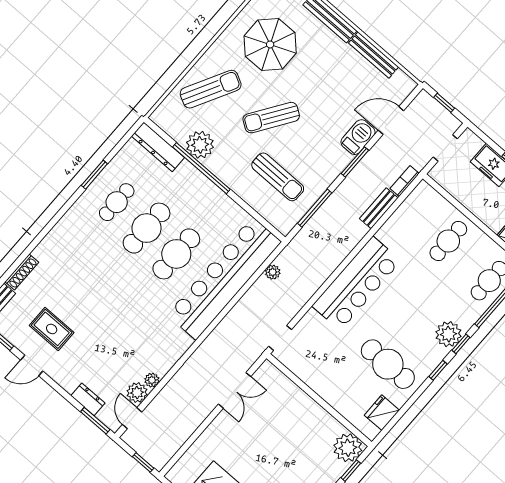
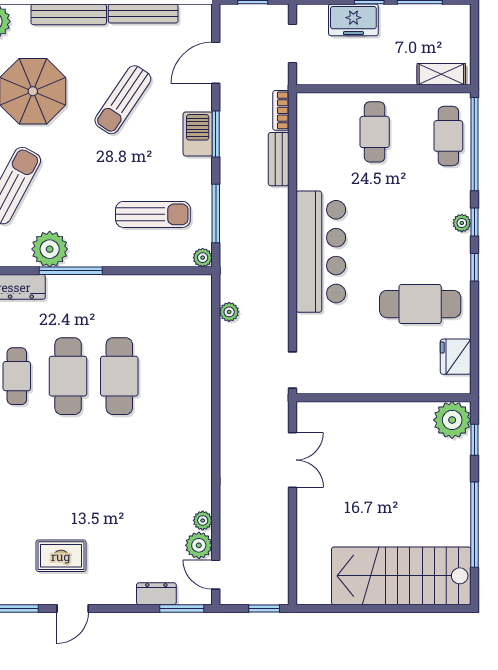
sun lounger: (271, 118) -> (123, 100), moved
barbecue: (358, 137) -> (198, 134), moved
window: (201, 168) -> (71, 271), width x0.68
plant: (285, 227) -> (203, 258), added
bar counter: (224, 278) -> (187, 359), removed
plant: (448, 334) -> (462, 223), width x0.53, depth x0.53

